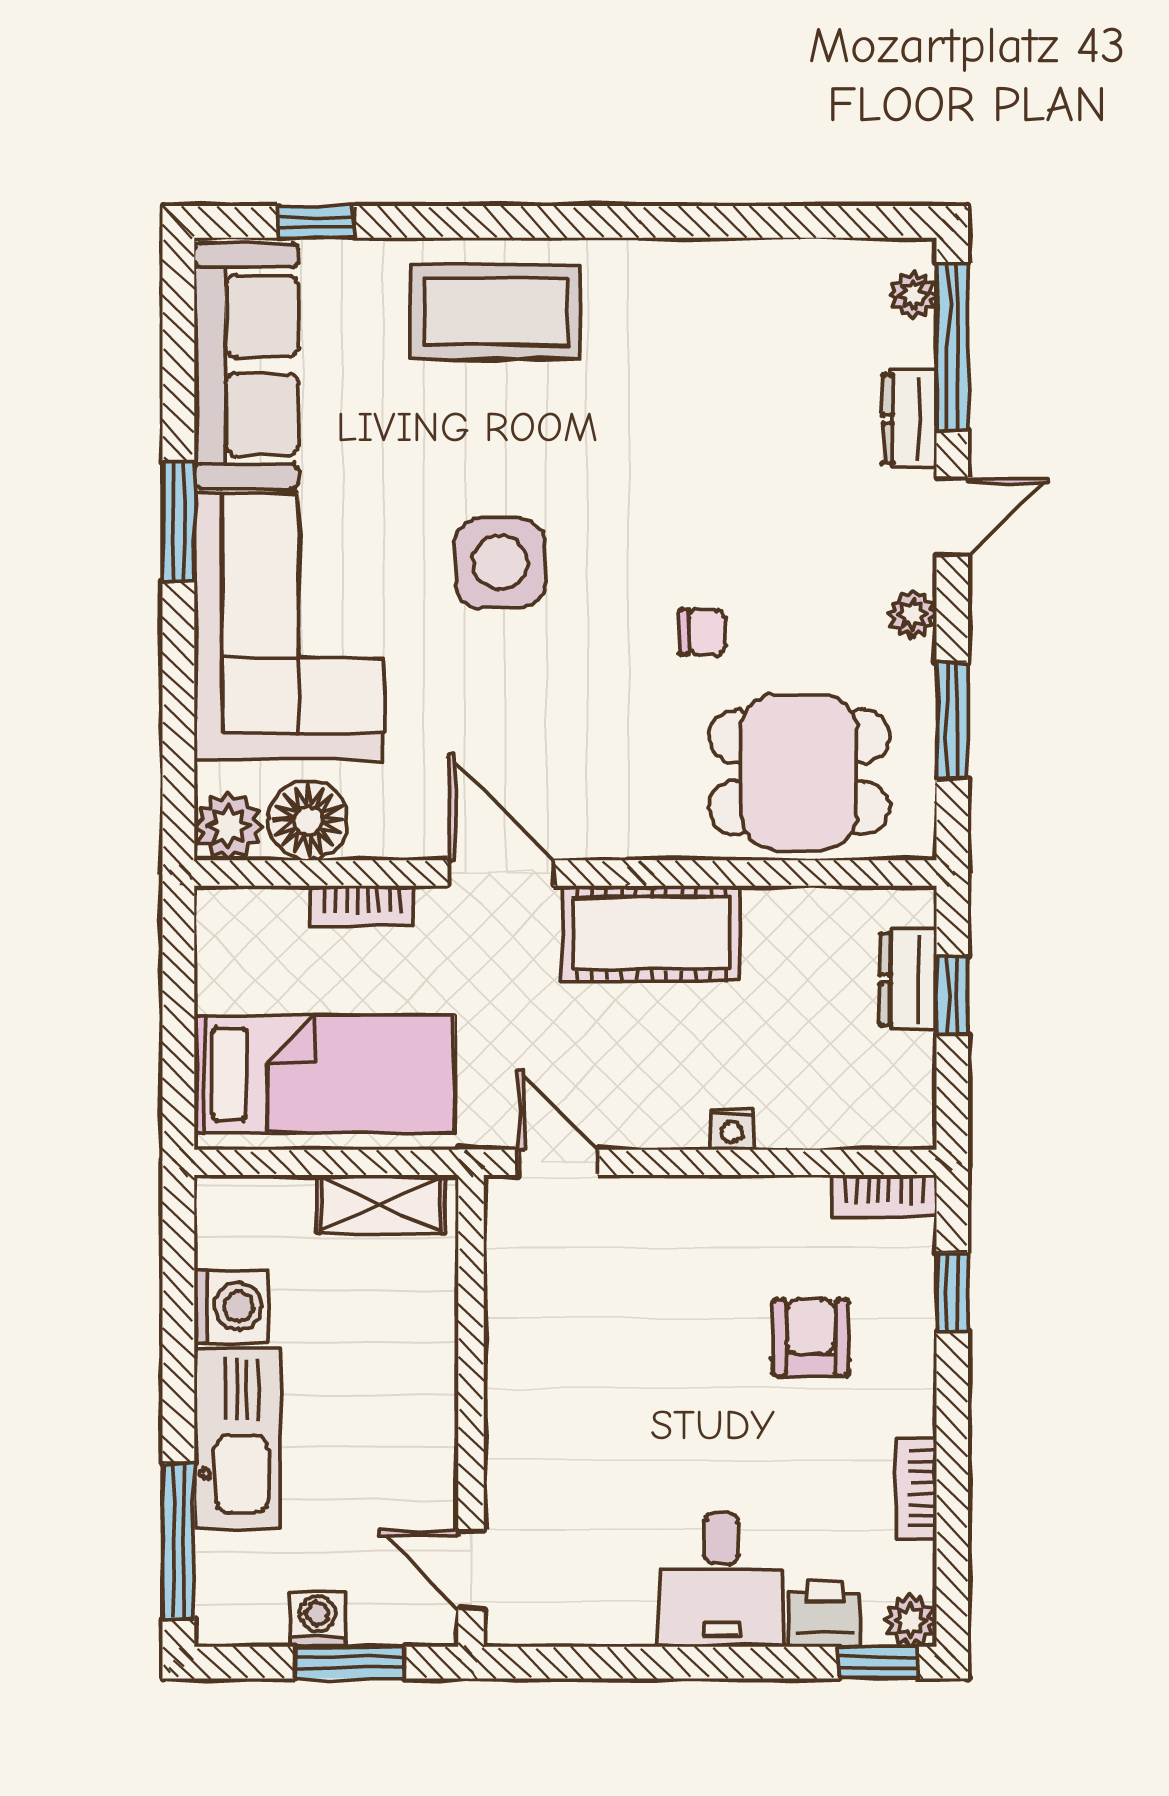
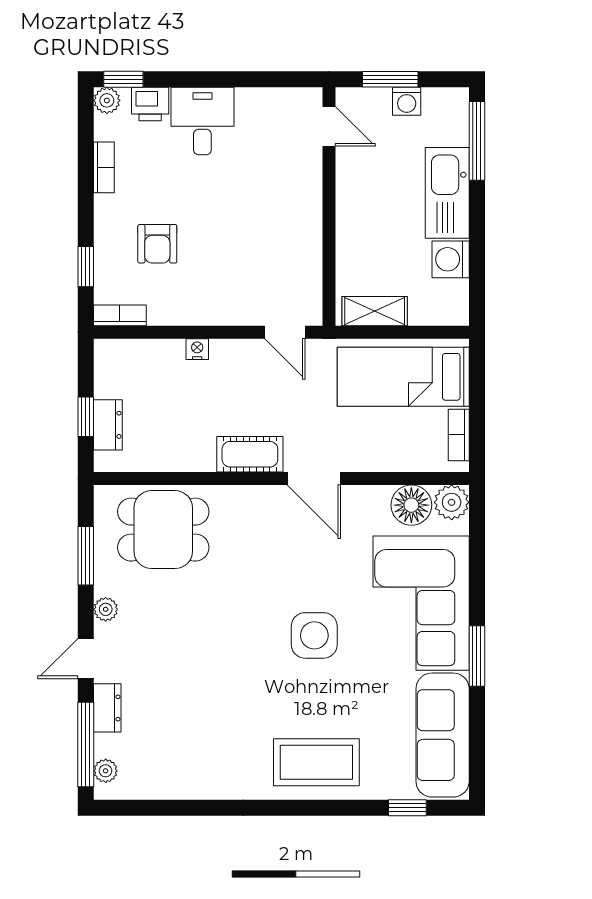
chair: (702, 632) -> (212, 600), removed
bookcase: (362, 906) -> (459, 435), moved, turned -90
cot: (651, 933) -> (250, 454), width x0.73, depth x0.75

